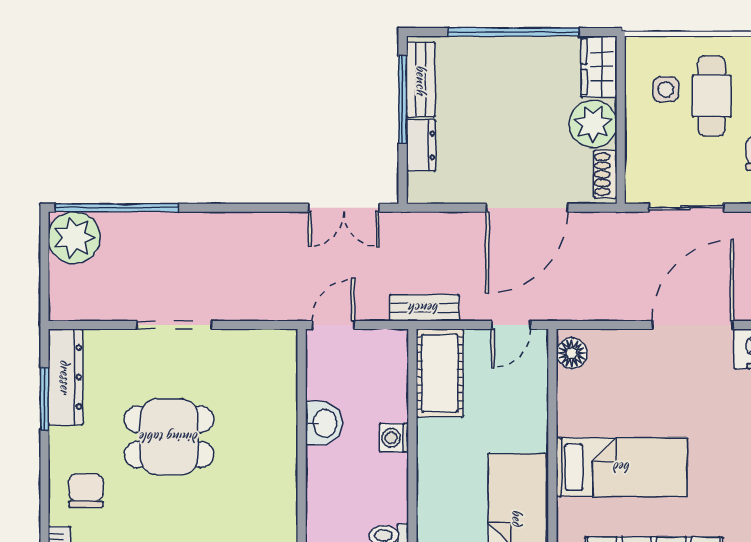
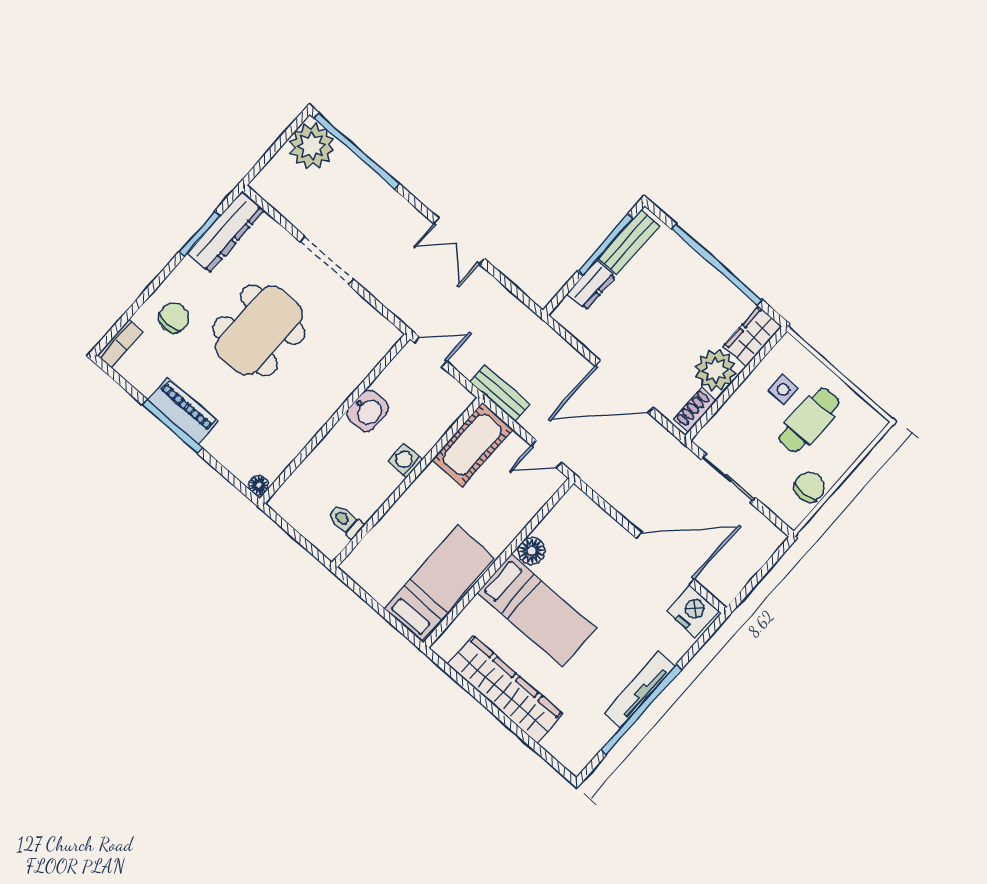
double door: (344, 208) -> (459, 241), moved
floor lamp: (572, 353) -> (532, 551), moved
dining table: (169, 437) -> (259, 330), width x1.38

